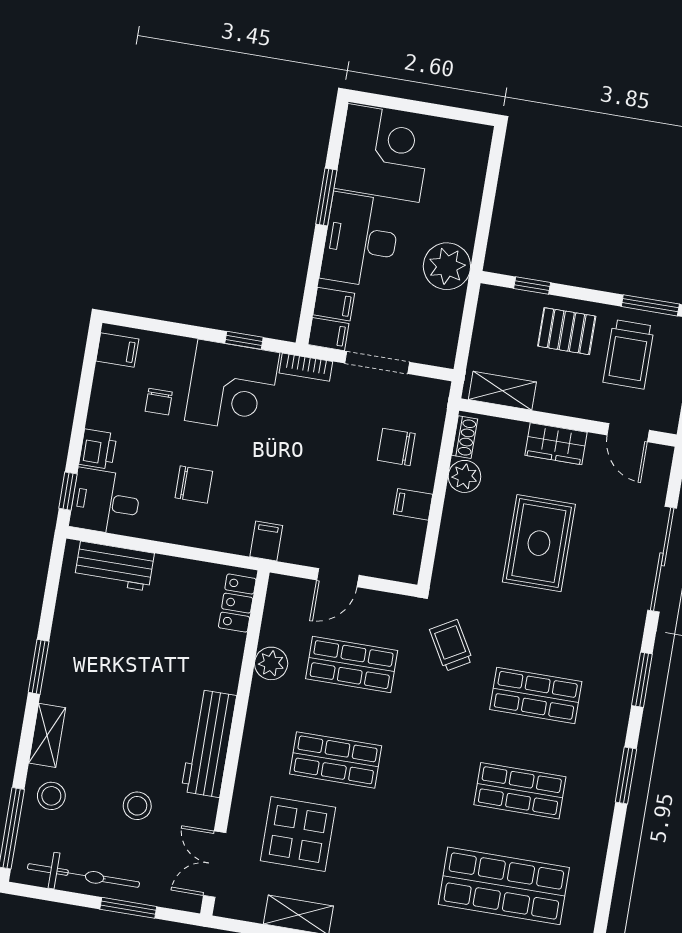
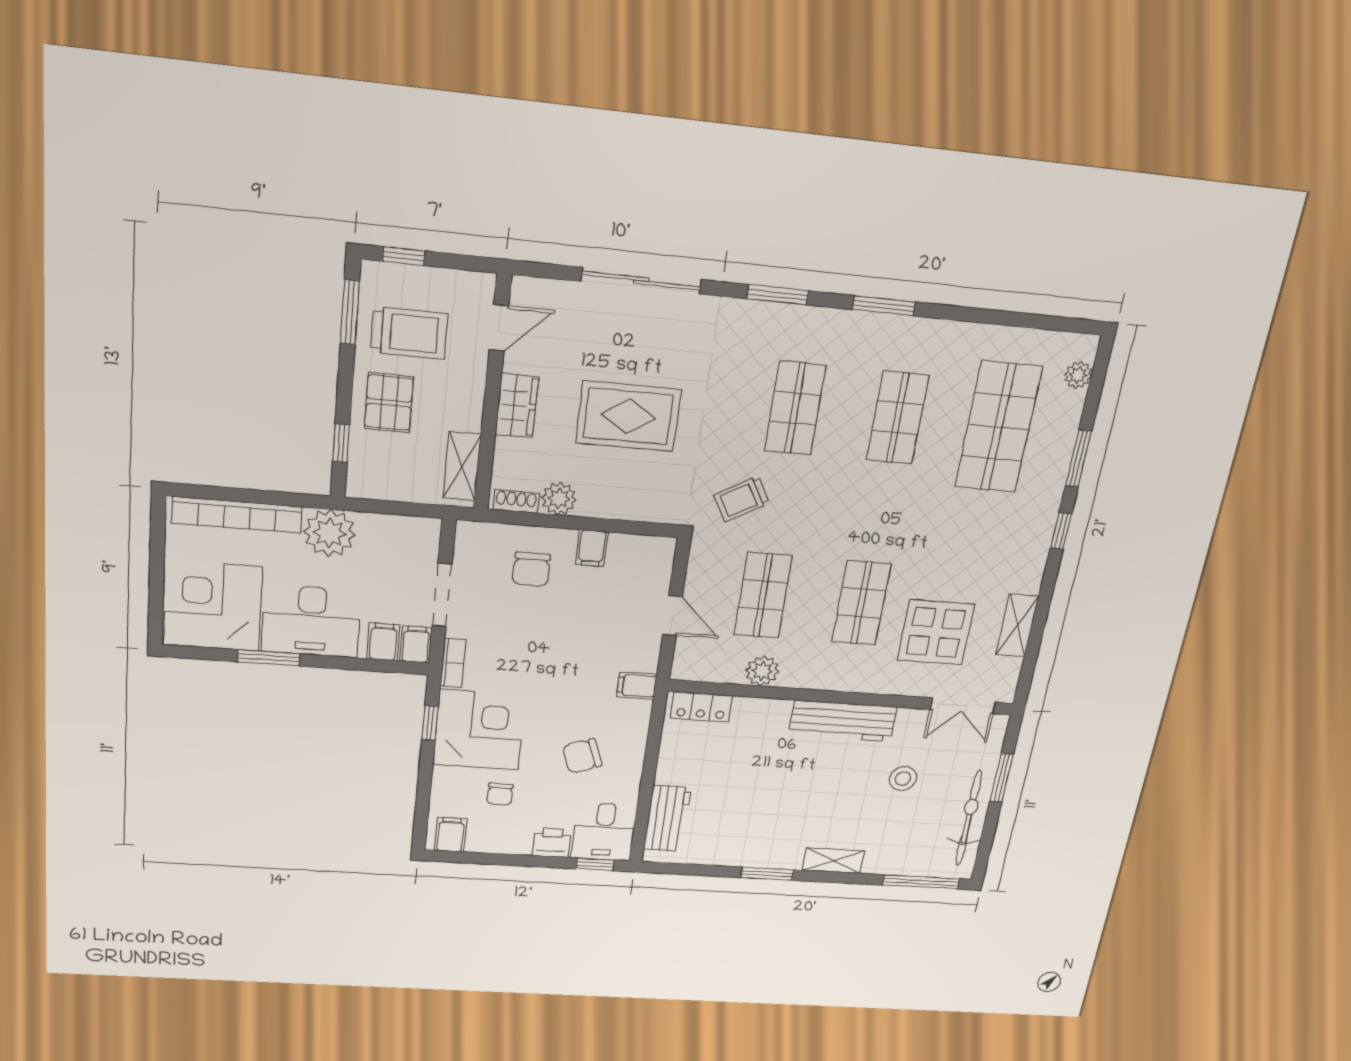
bookcase: (471, 186) -> (237, 515), added
chair: (159, 402) -> (500, 794), turned 90
chair: (194, 485) -> (582, 756), turned -110
stool: (51, 796) -> (891, 852), removed

